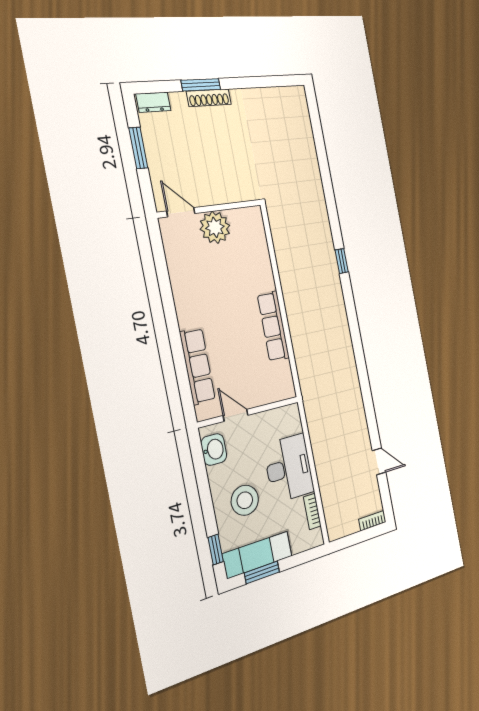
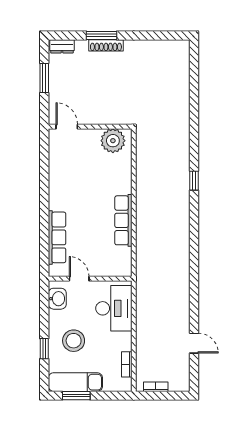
plant: (215, 227) -> (113, 141), moved
desk: (289, 468) -> (114, 308), moved
bookcase: (372, 521) -> (156, 387), moved
window: (216, 550) -> (44, 349), moved

